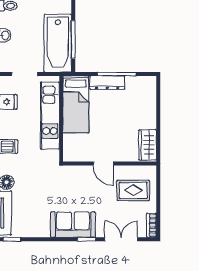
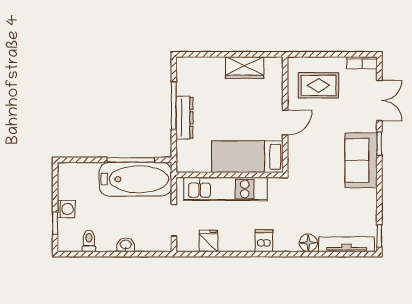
bed: (76, 104) -> (247, 157), moved, turned 180
wardrobe: (148, 145) -> (245, 68), moved
rug: (133, 190) -> (318, 85), turned 90
double door: (121, 239) -> (379, 100), swing flipped

